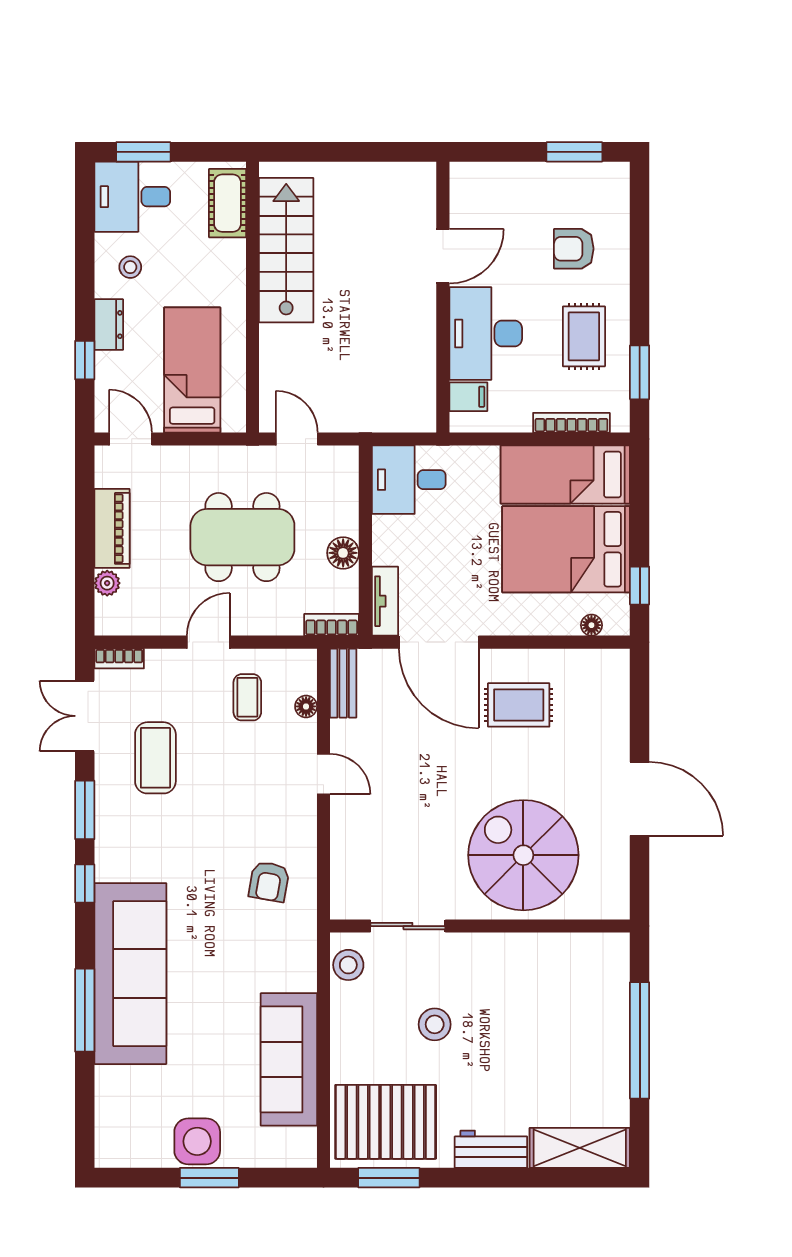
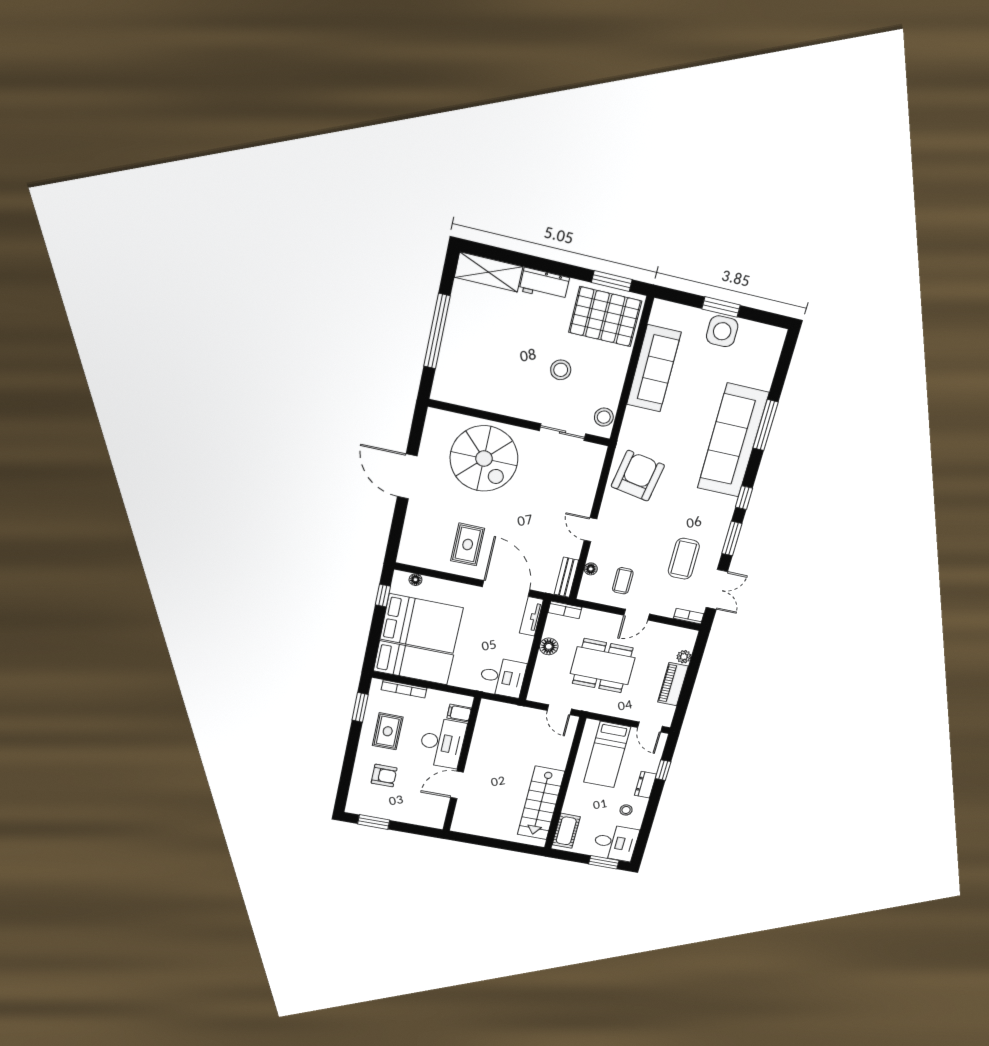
rug: (519, 705) -> (468, 544), turned 90
armchair: (269, 882) -> (638, 476), width x1.88, depth x1.88

